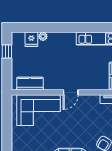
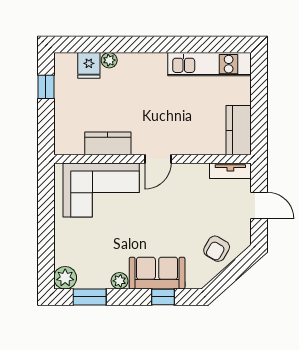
kitchen counter: (30, 84) -> (108, 143), moved

